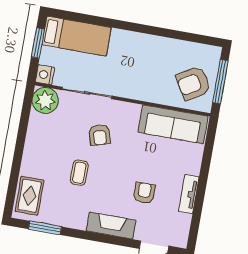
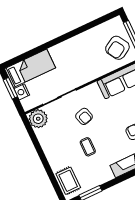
nightstand: (45, 75) -> (22, 92), moved

